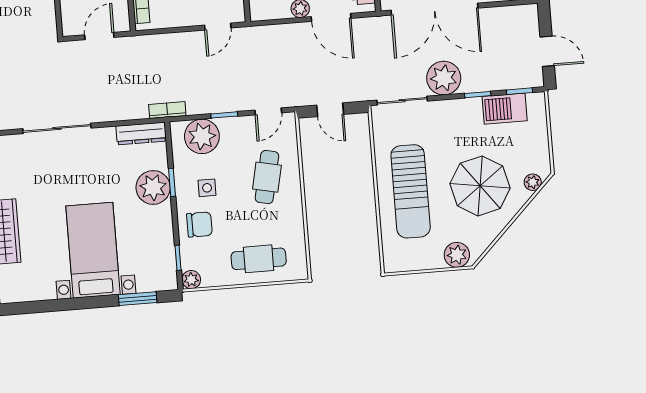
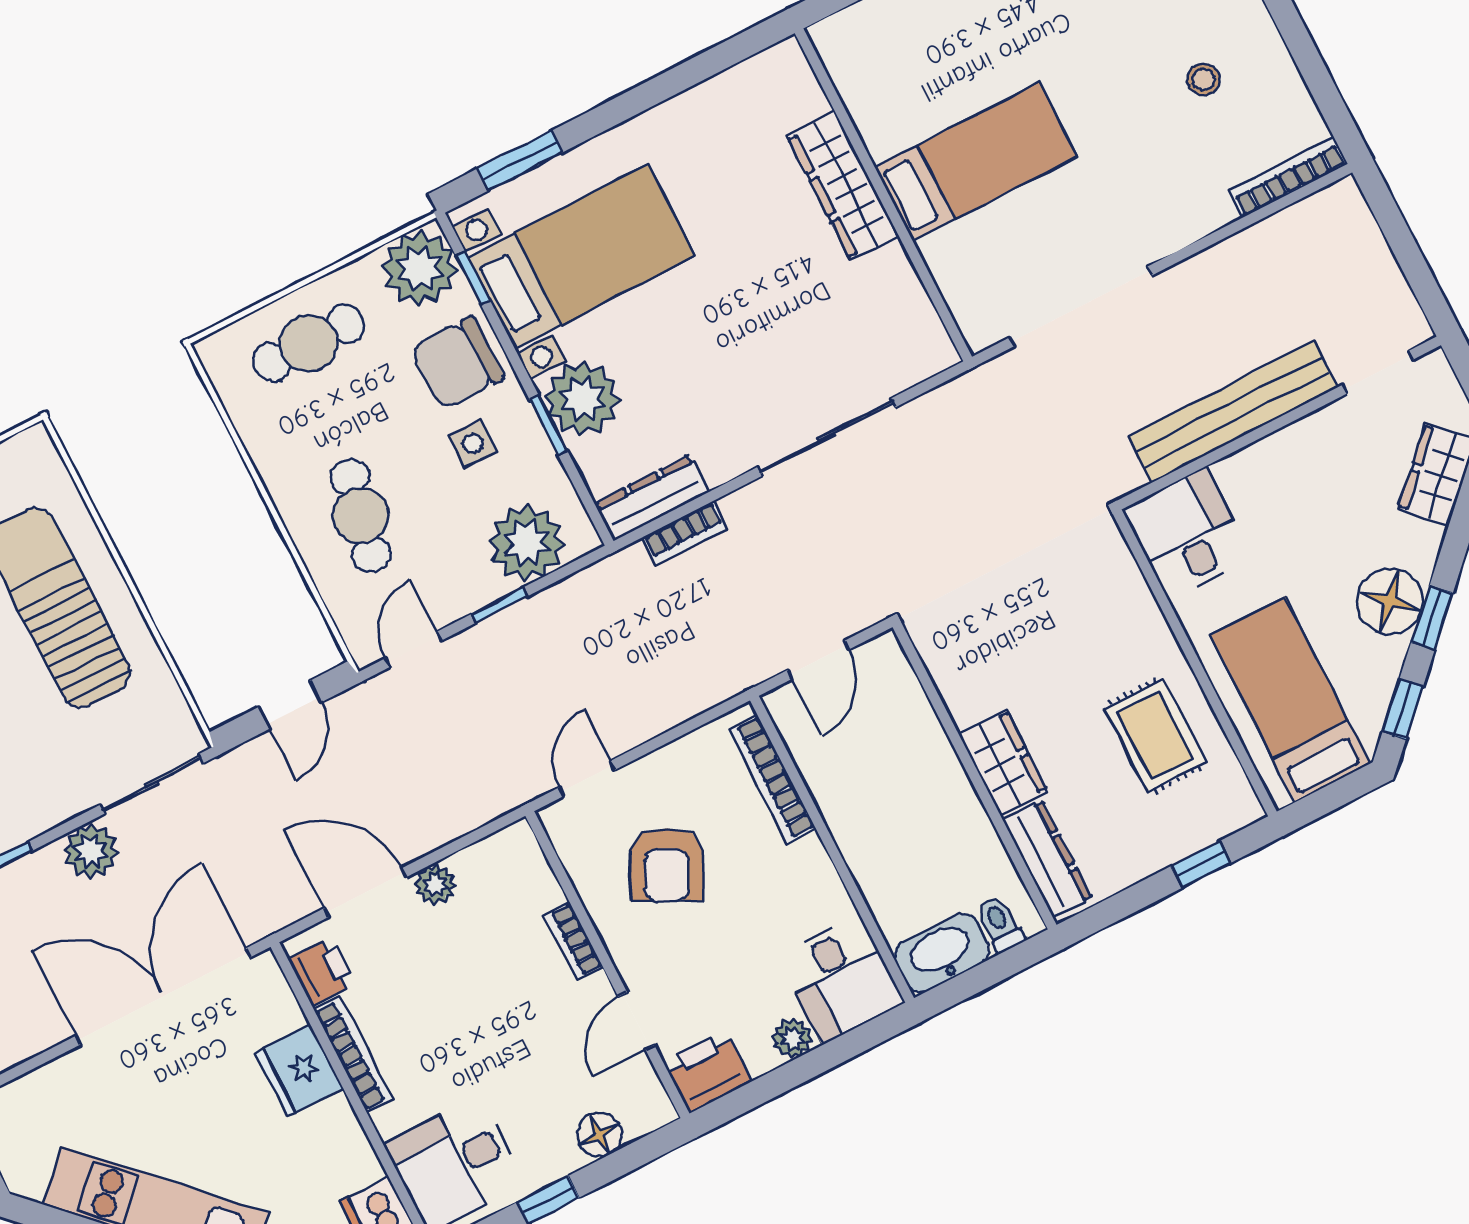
plant: (444, 78) -> (91, 851), width x0.73, depth x0.73
bookcase: (167, 110) -> (685, 533), moved
door: (330, 110) -> (290, 705), swing flipped
chair: (199, 224) -> (457, 363), width x1.37, depth x1.37
bed with nightstands: (93, 250) -> (581, 256), moved, turned -90
plant: (191, 280) -> (420, 268), width x1.87, depth x1.87

